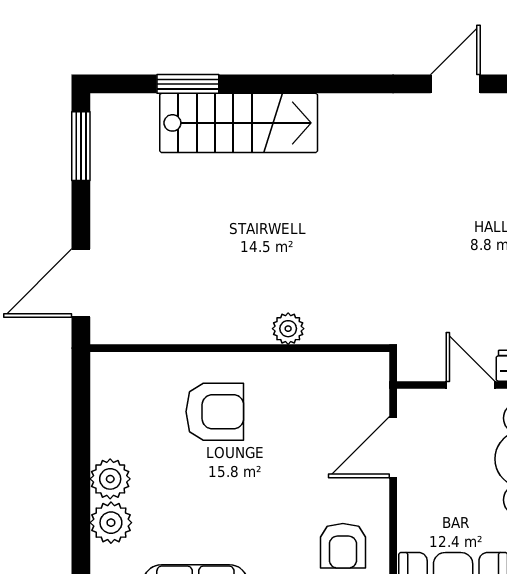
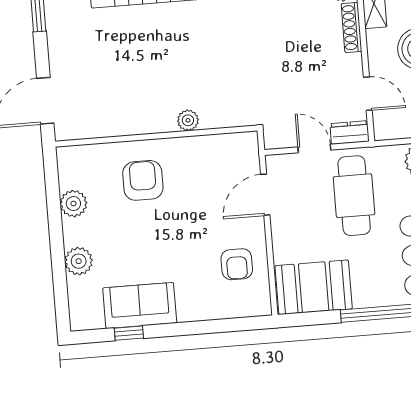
armchair: (215, 412) -> (143, 180), turned -90
plant: (110, 479) -> (73, 204), moved

